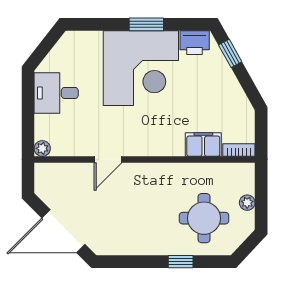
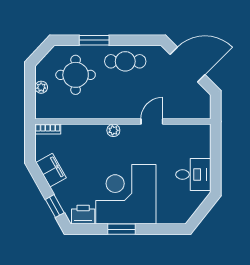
filing cabinet: (203, 145) -> (51, 170), moved, turned -119
plant: (42, 148) -> (113, 130), moved
cafe table: (142, 235) -> (125, 61), added
window: (181, 262) -> (94, 40), width x1.50

